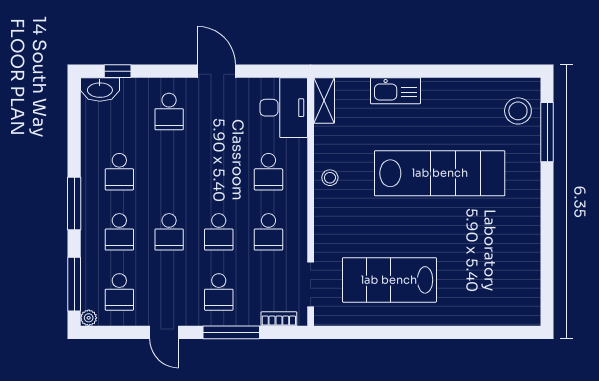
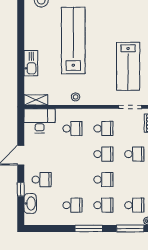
window: (118, 71) -> (21, 189), moved
washbasin: (100, 89) -> (30, 203), moved

